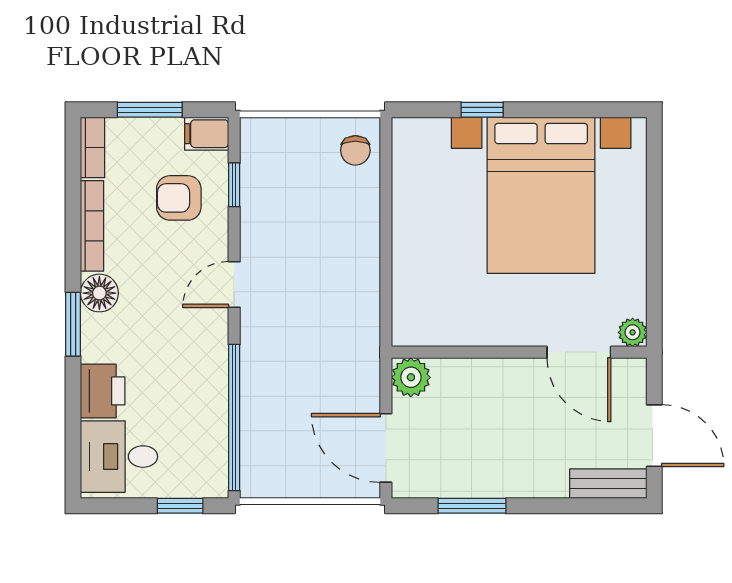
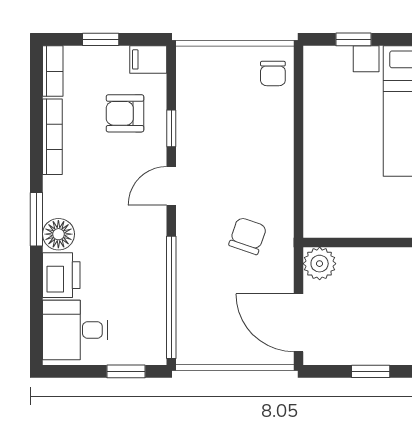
window: (150, 110) -> (101, 39), width x0.67
window: (482, 110) -> (353, 39), moved
window: (234, 185) -> (171, 128), moved
floor lamp: (99, 293) -> (58, 234), moved
chair: (325, 344) -> (248, 236), added
window: (472, 506) -> (371, 371), width x0.67

